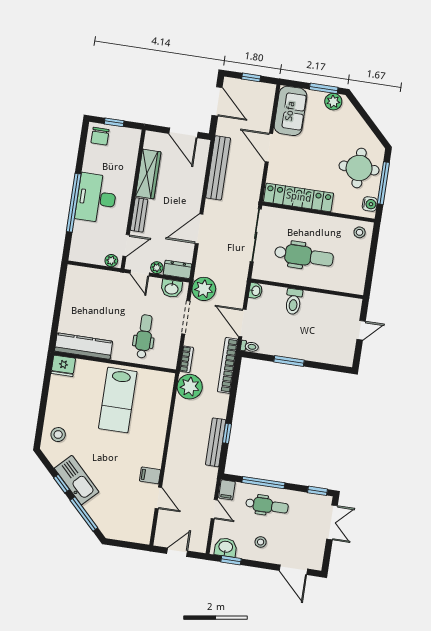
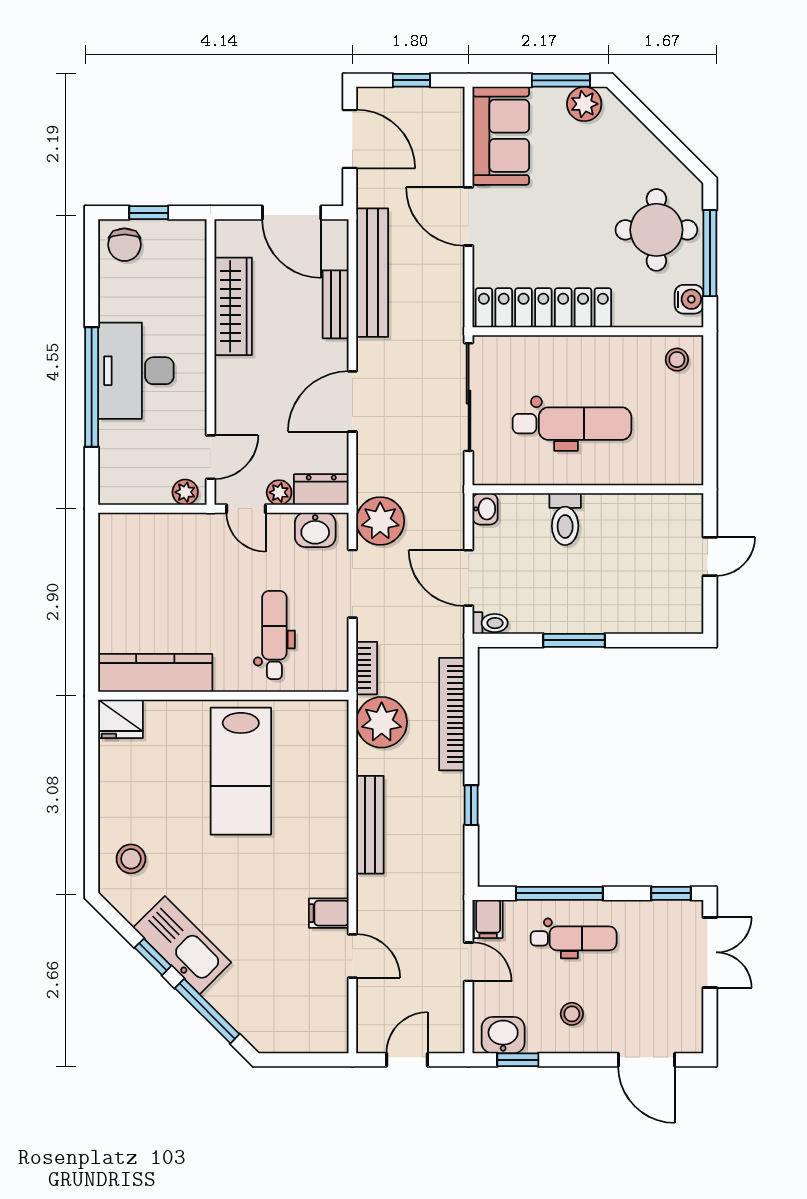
bench: (139, 215) -> (336, 304), moved
bookcase: (228, 365) -> (452, 714), moved
bench: (216, 442) -> (370, 825), moved

